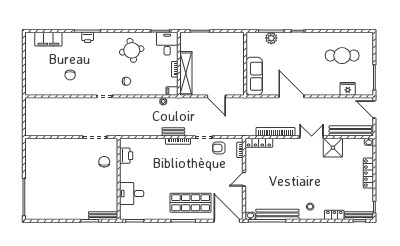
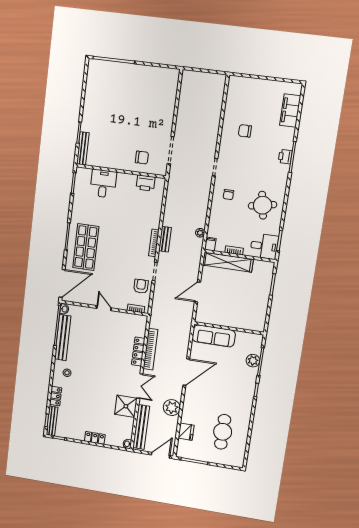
plant: (327, 105) -> (172, 408), added
locker: (259, 143) -> (138, 352), moved
locker: (368, 173) -> (95, 438), width x0.66

